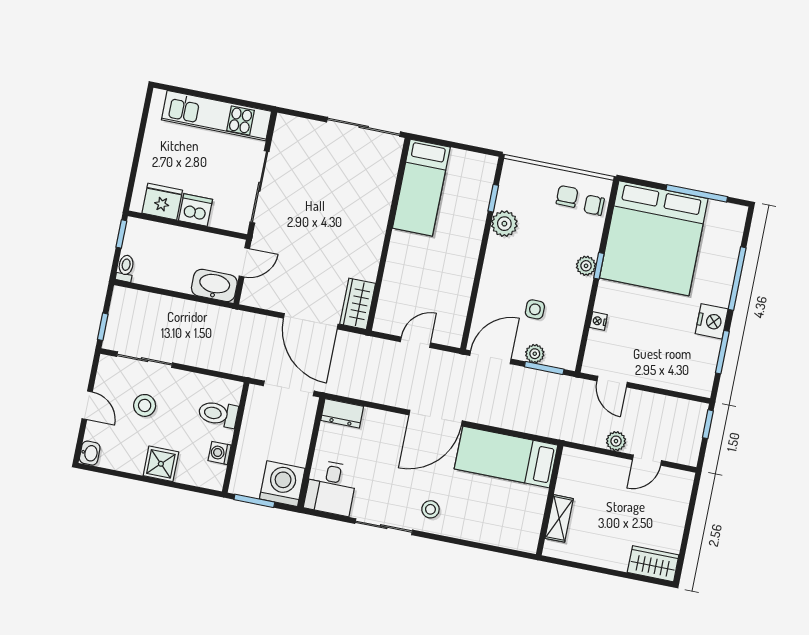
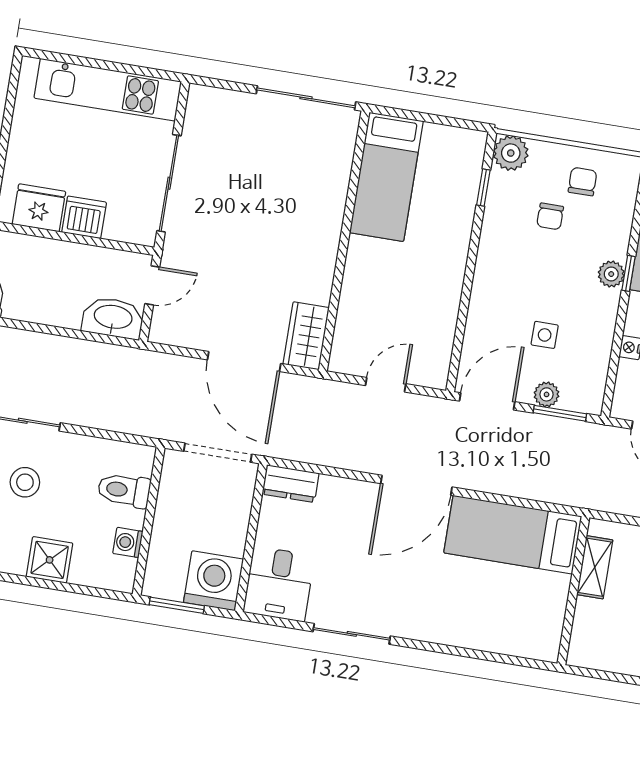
chair: (594, 205) -> (550, 216), moved, turned -90
plant: (504, 224) -> (511, 153), moved
stool: (430, 509) -> (414, 608), removed
shelving: (559, 518) -> (595, 567), moved

